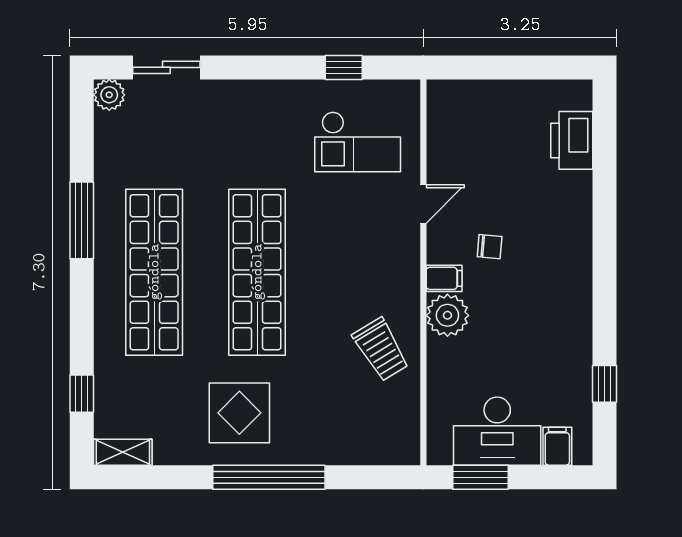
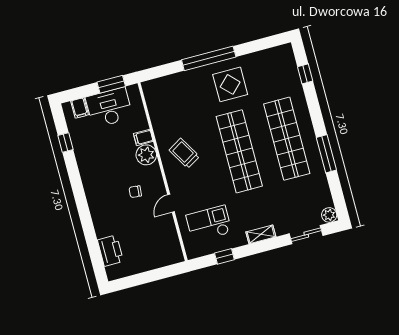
filing cabinet: (444, 278) -> (143, 137), moved
trolley: (381, 349) -> (184, 153), moved
shelving: (123, 452) -> (261, 234), moved

